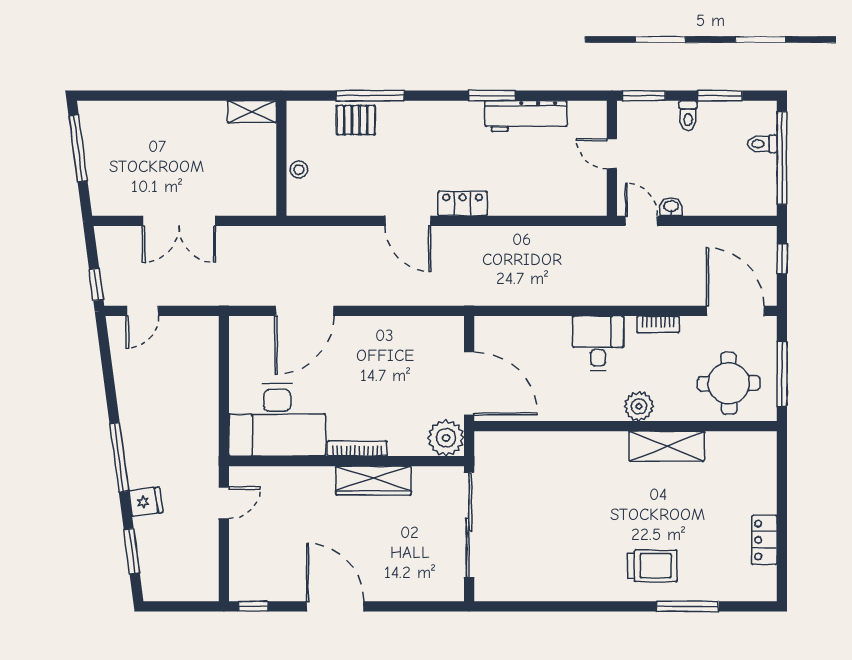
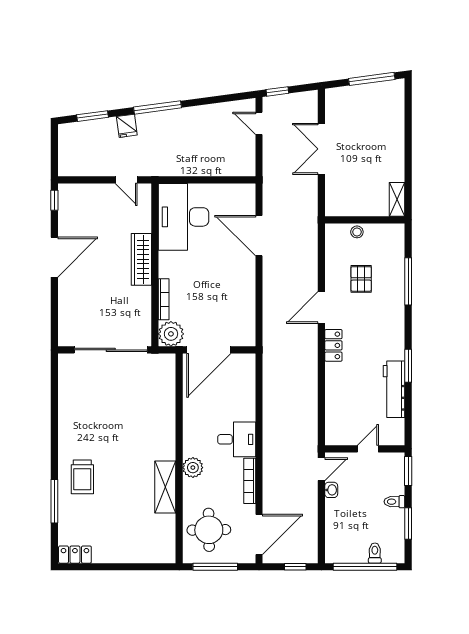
pallet: (356, 120) -> (361, 279), moved
bookcase: (658, 324) -> (250, 481), width x1.56
bookcase: (357, 448) -> (164, 299), moved
wardrobe: (373, 481) -> (141, 259), moved
locker: (764, 540) -> (75, 555), moved

